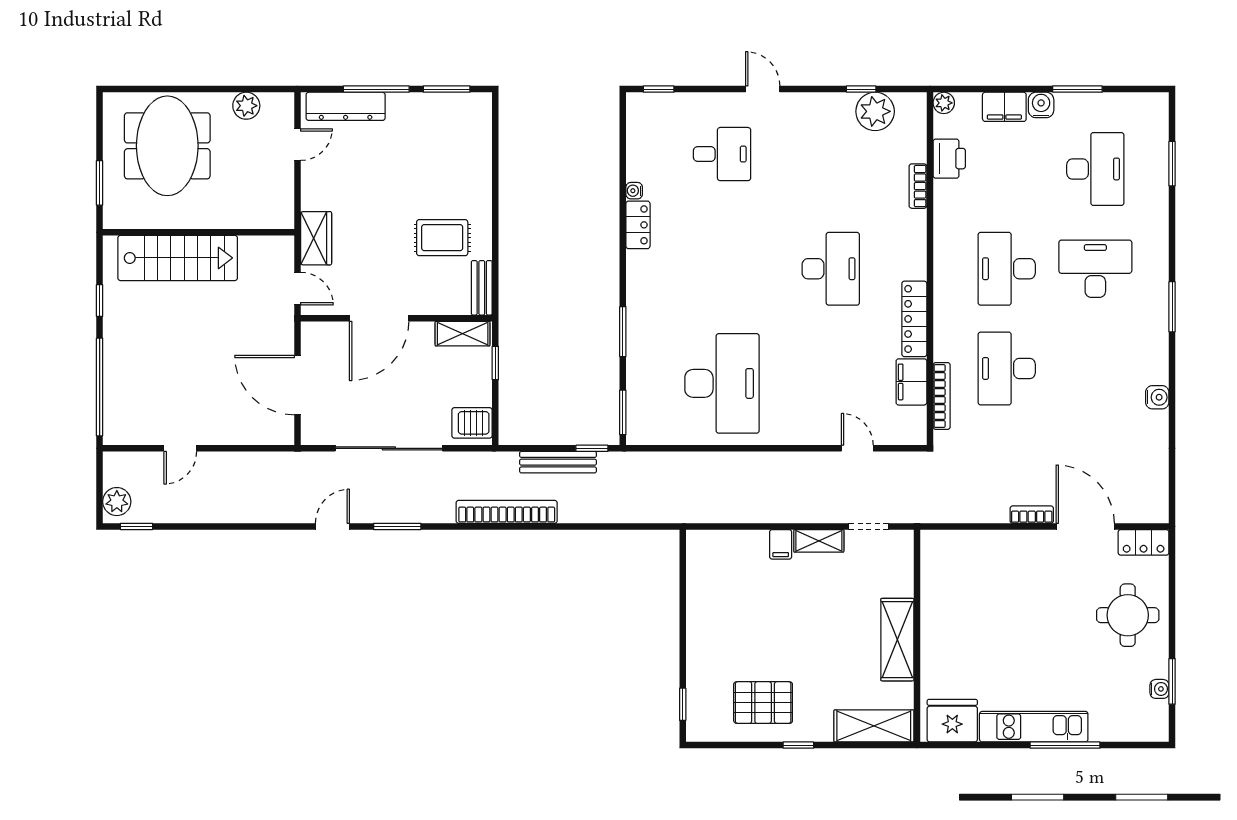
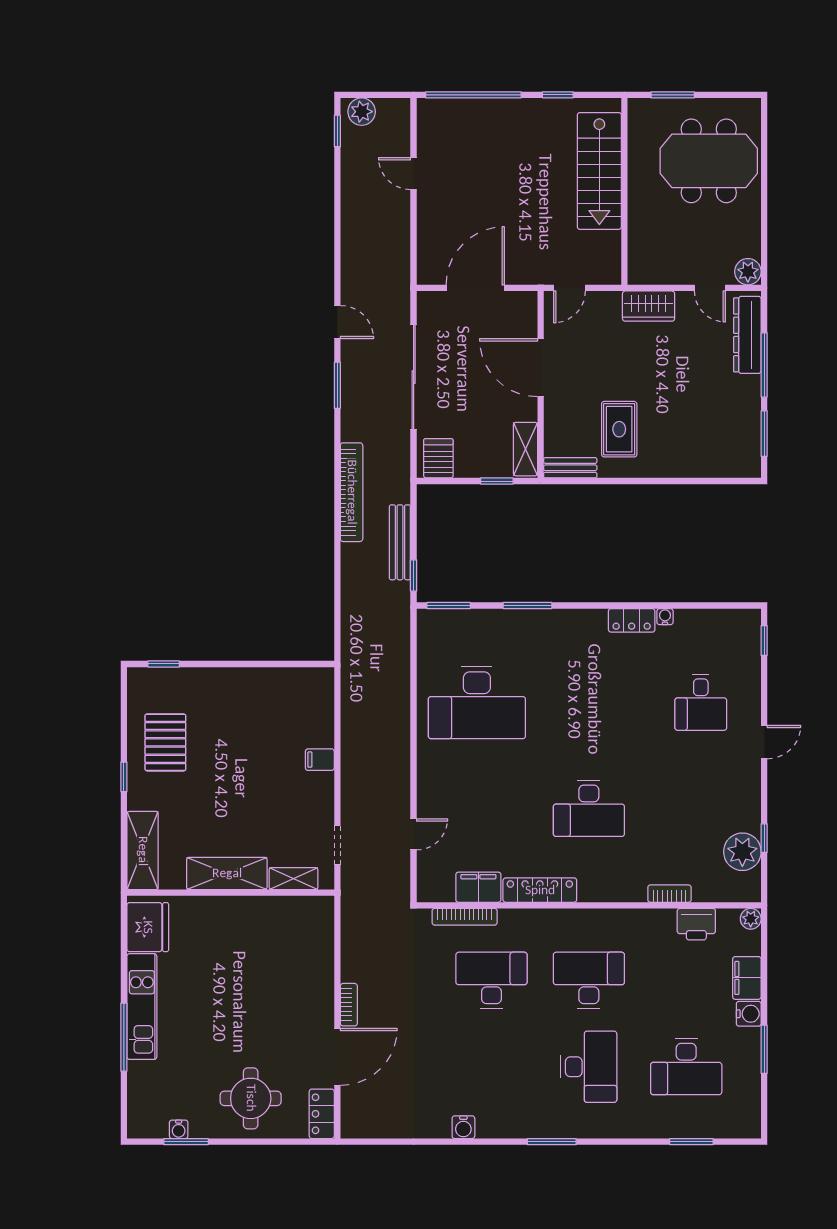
plant: (246, 106) -> (748, 272), moved
wardrobe: (316, 238) -> (649, 306), moved
shelving: (819, 541) -> (294, 879), moved, turned 90

